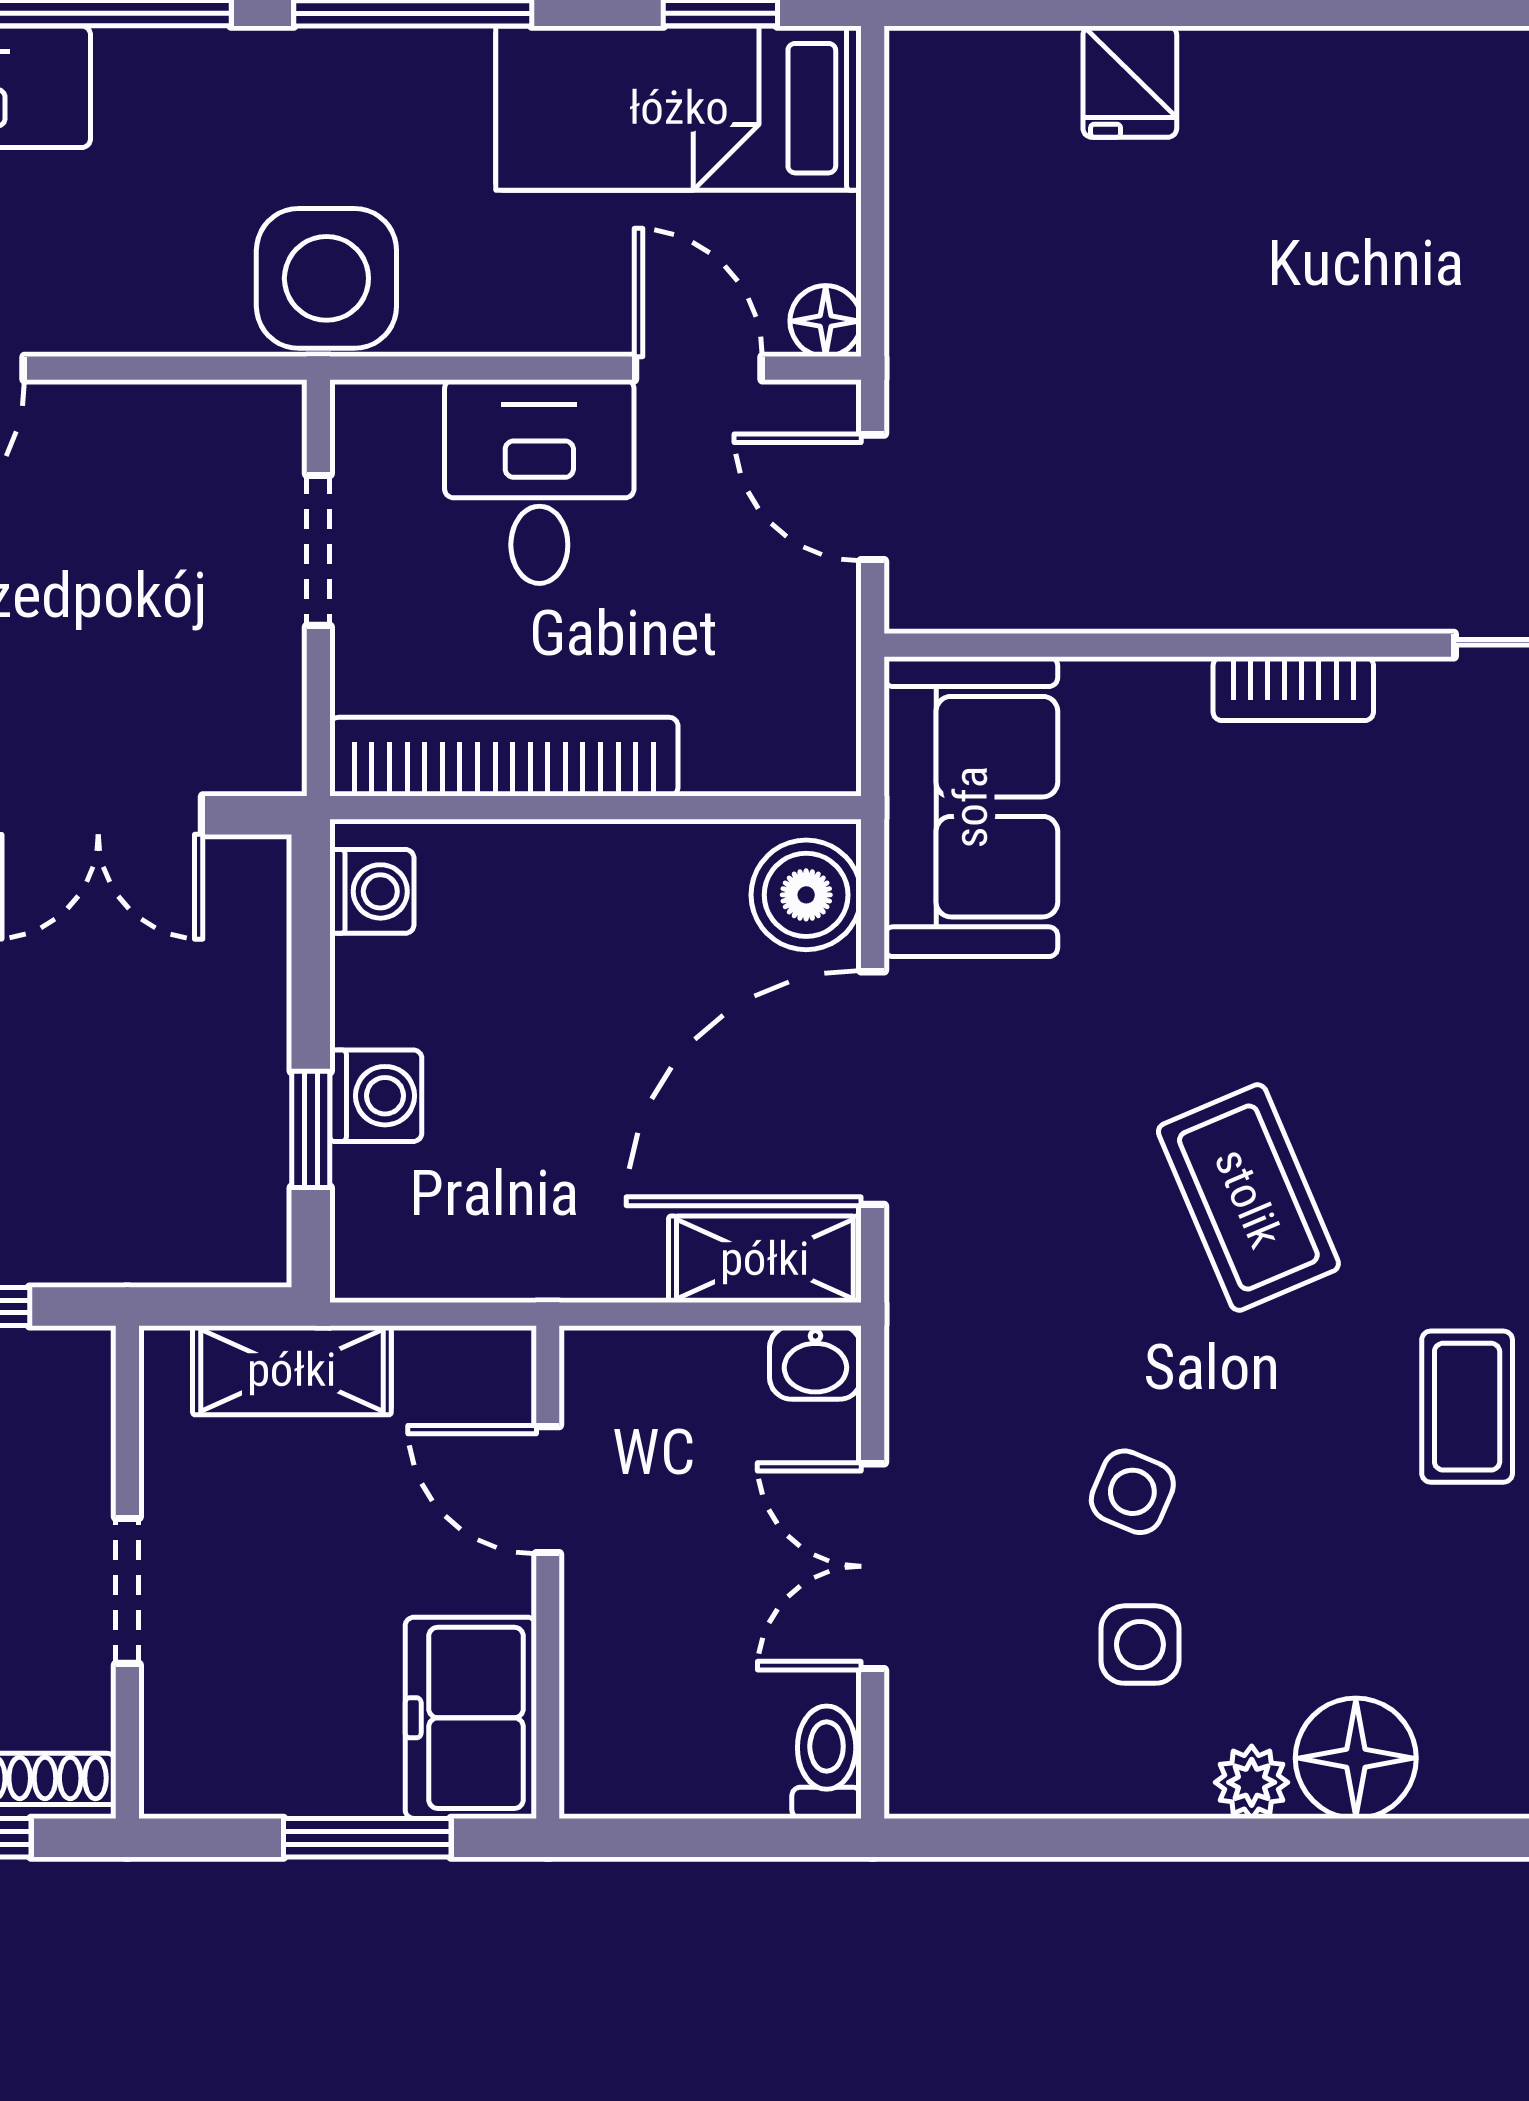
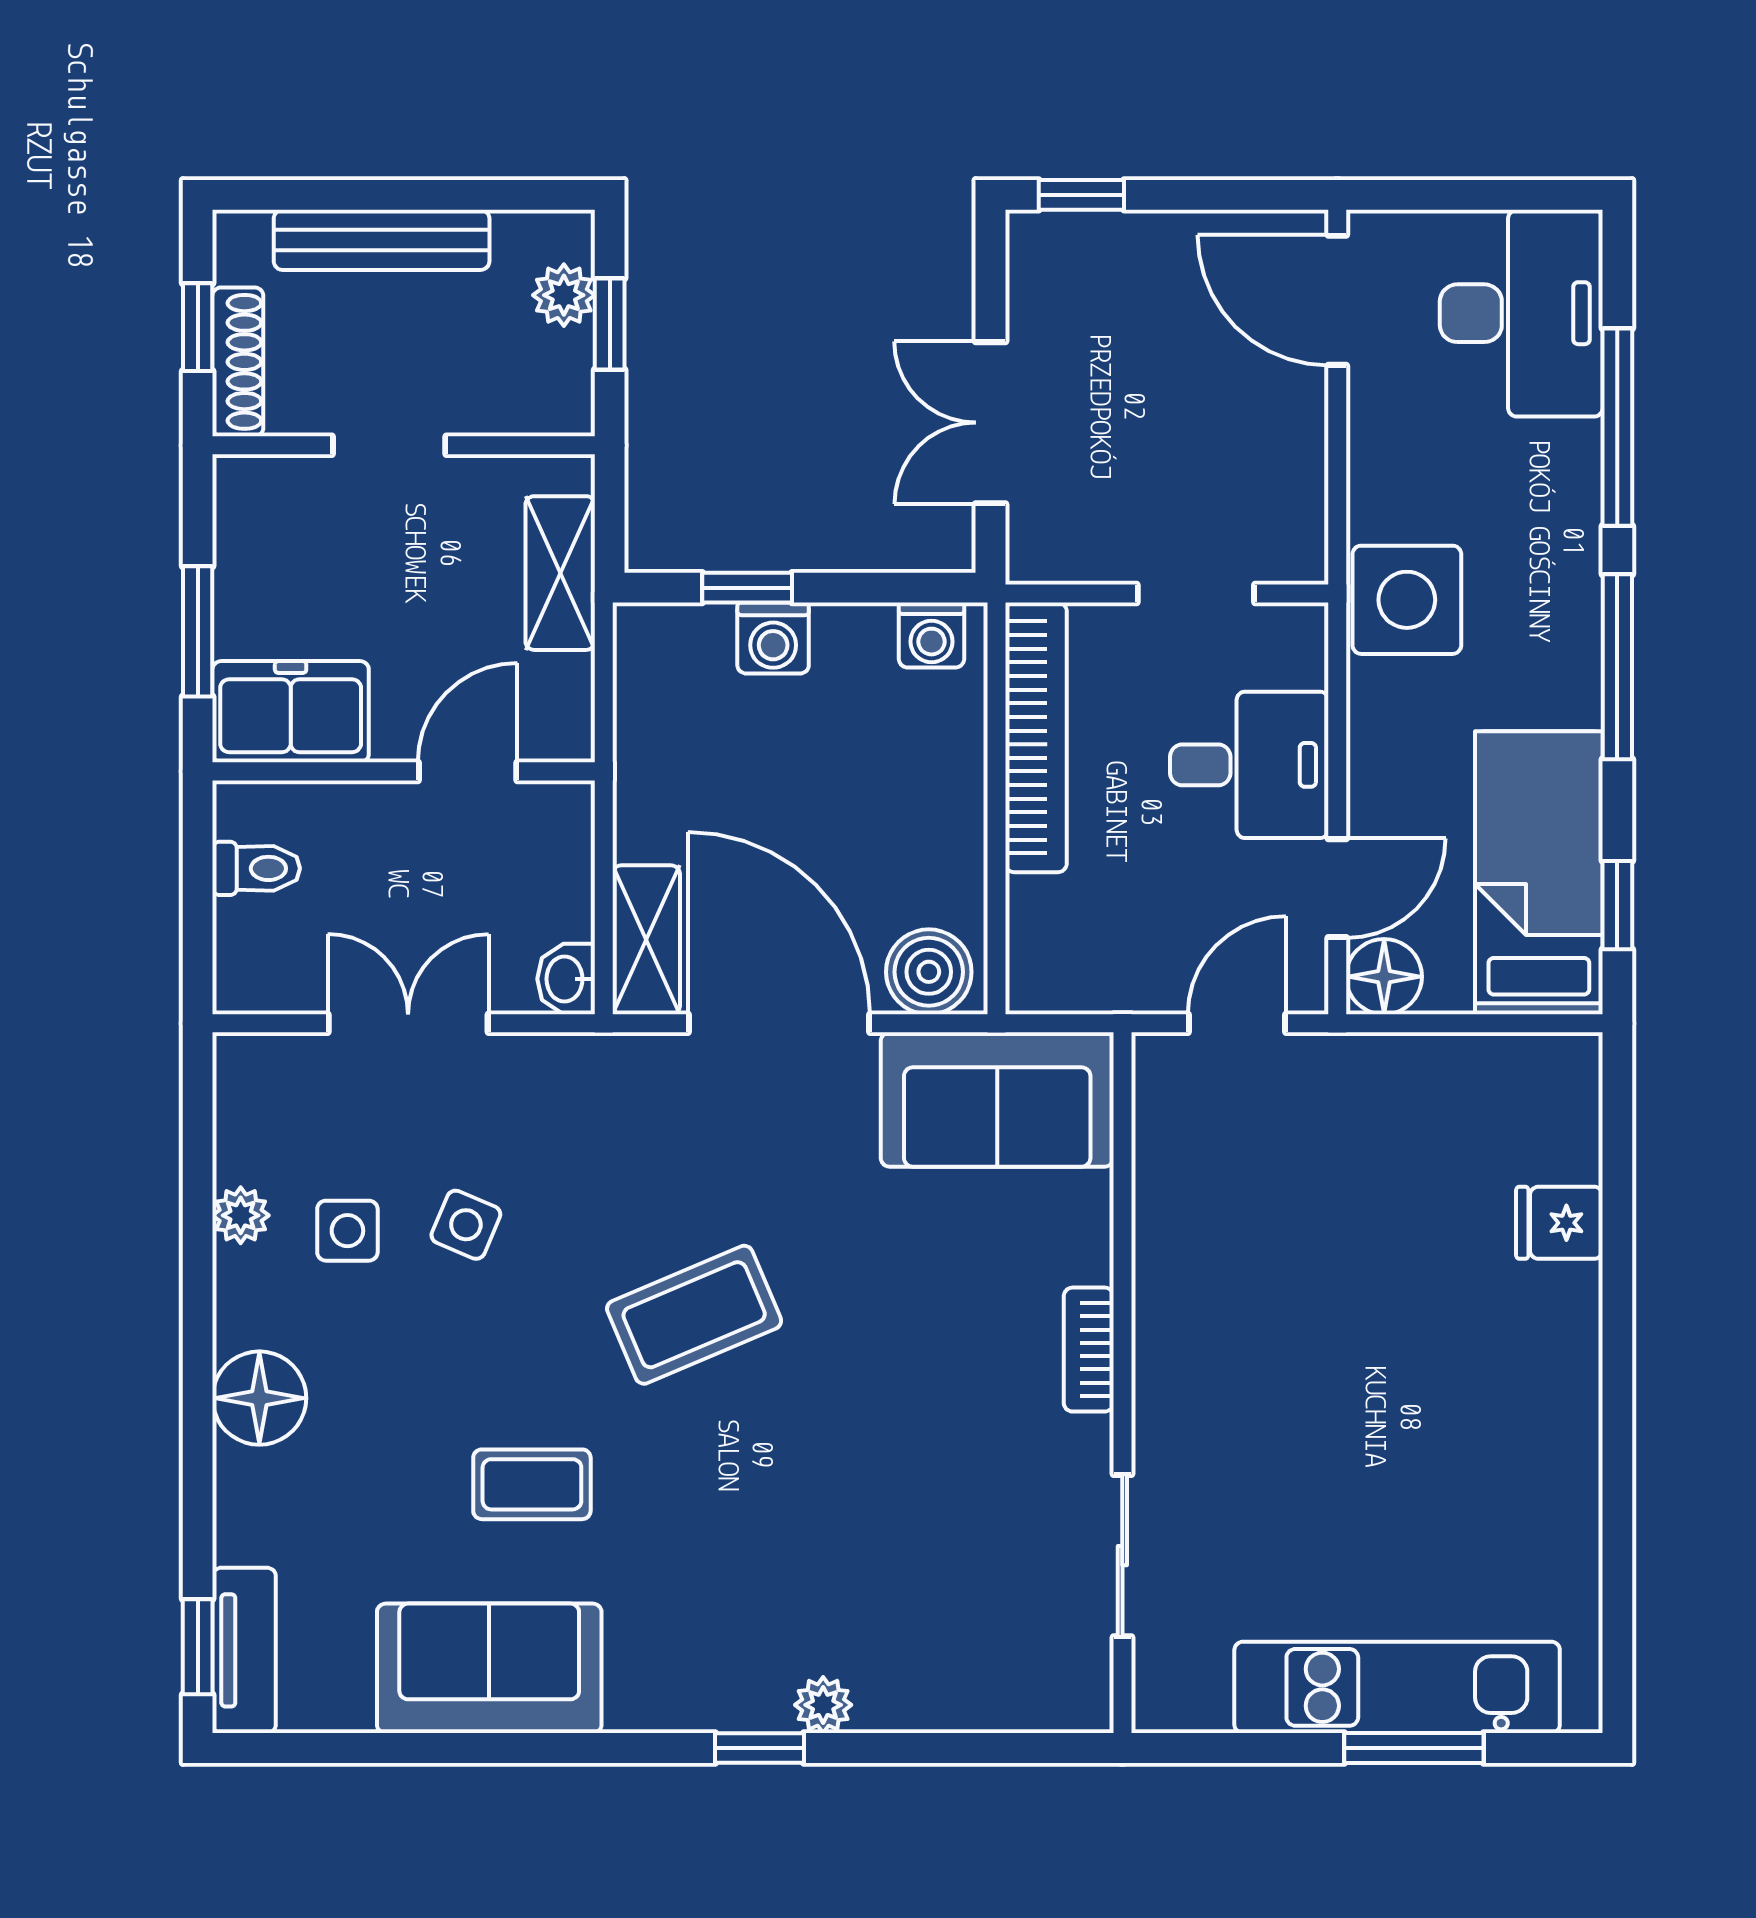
floor lamp: (826, 321) -> (1384, 977), width x1.37, depth x1.37
toilet: (827, 1762) -> (256, 868), moved
plant: (1252, 1782) -> (241, 1215), moved

